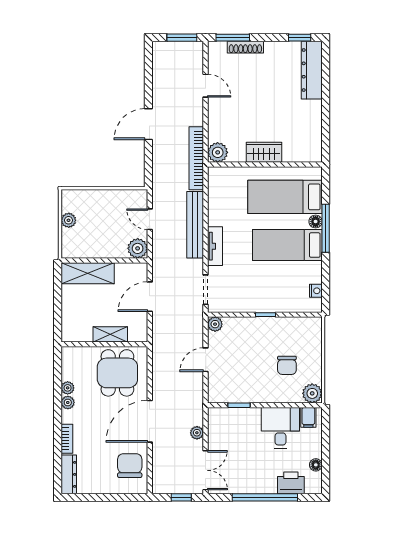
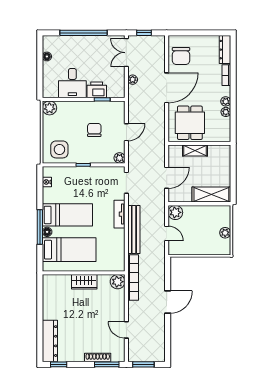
side table: (298, 336) -> (59, 149), added
chair: (287, 365) -> (94, 130), moved
filing cabinet: (308, 417) -> (52, 91), removed
printer: (291, 483) -> (97, 90), moved, turned 180

